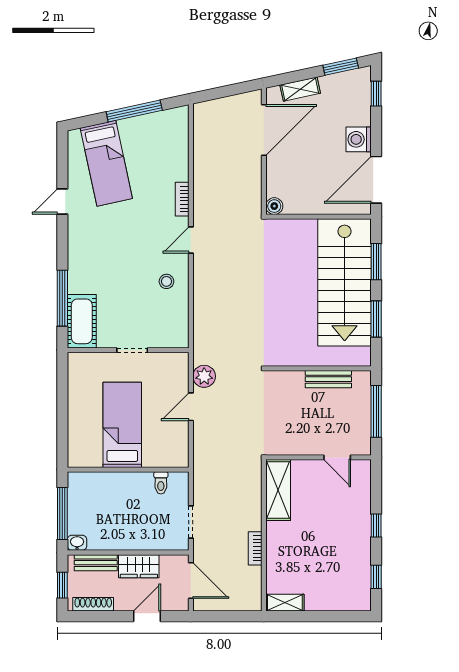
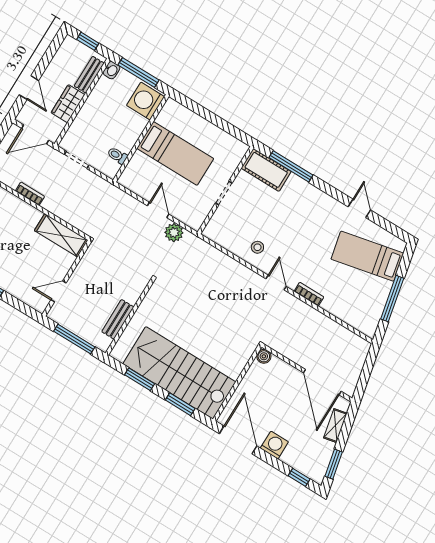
washing machine: (87, 488) -> (146, 101), added
shoe rack: (93, 604) -> (61, 55), removed

